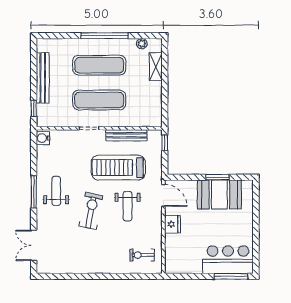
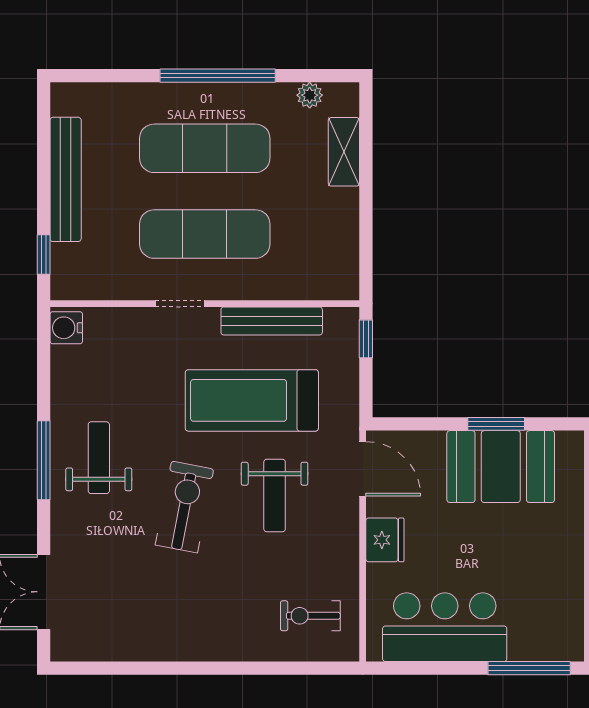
bar counter: (228, 260) -> (445, 627), moved

